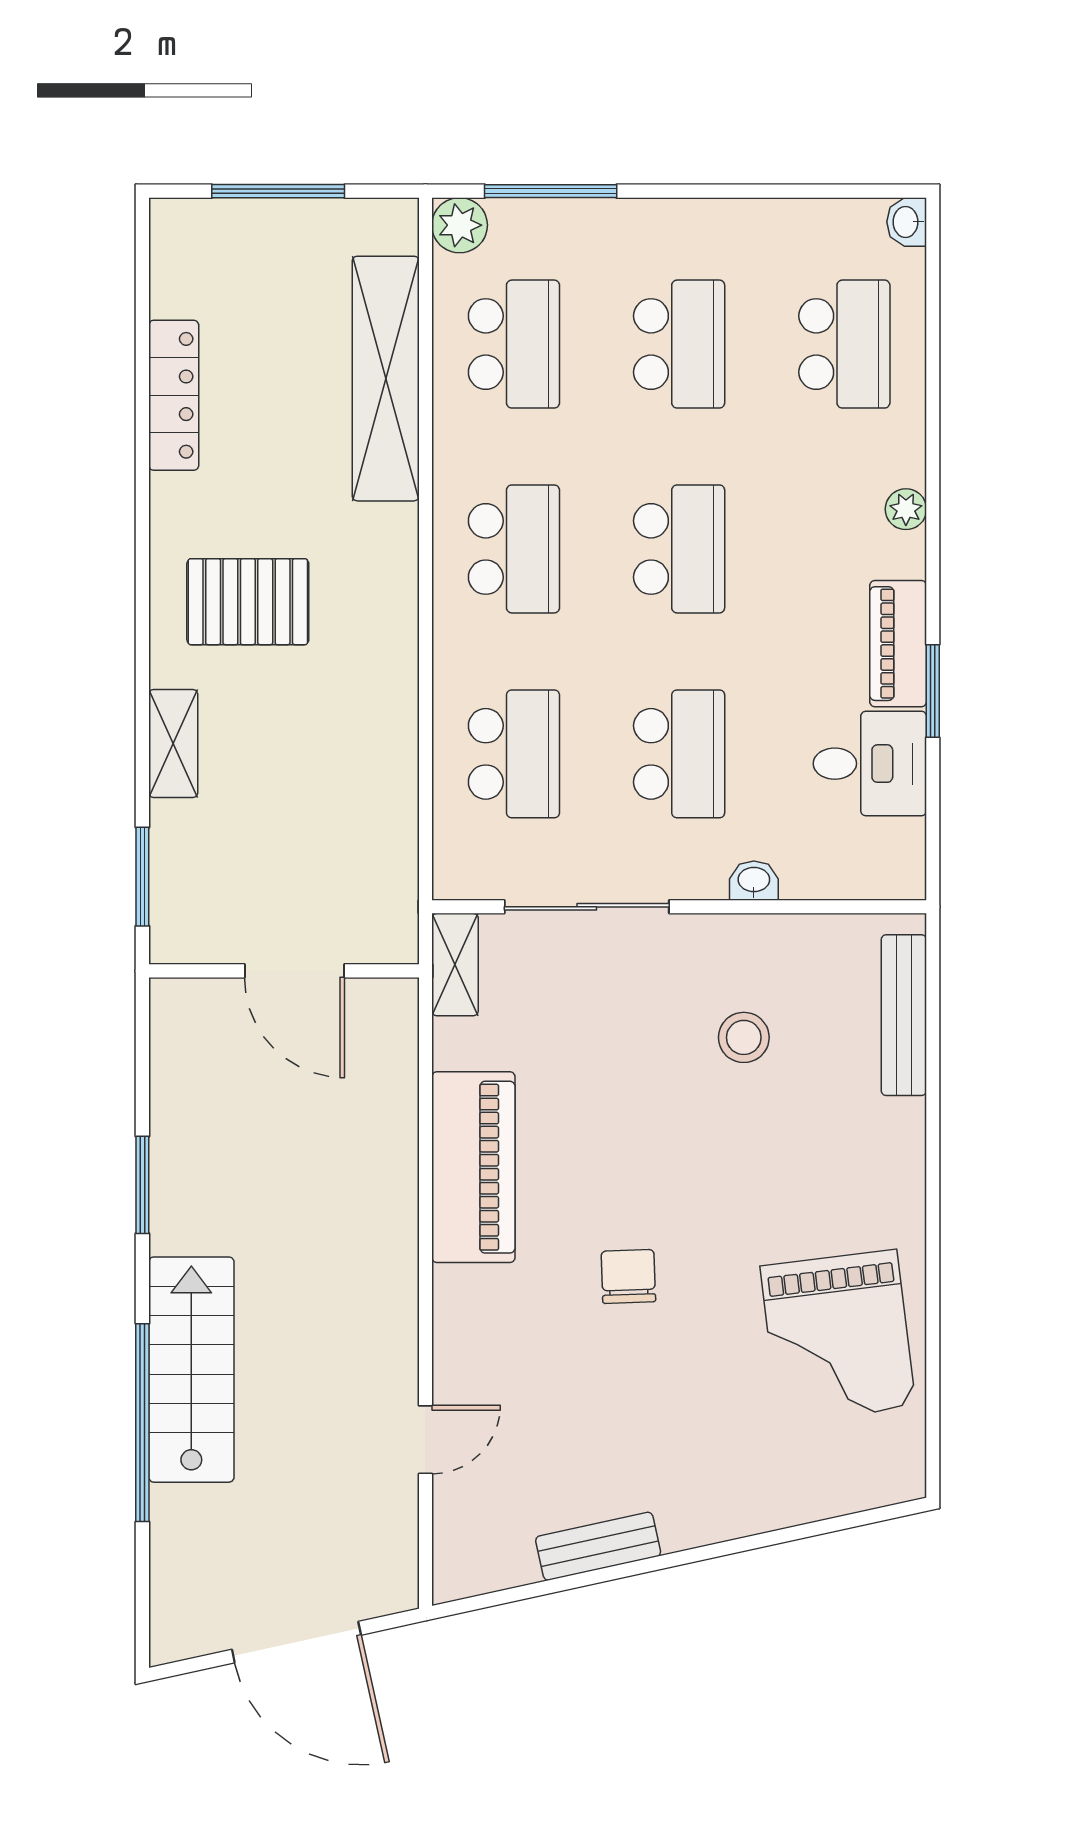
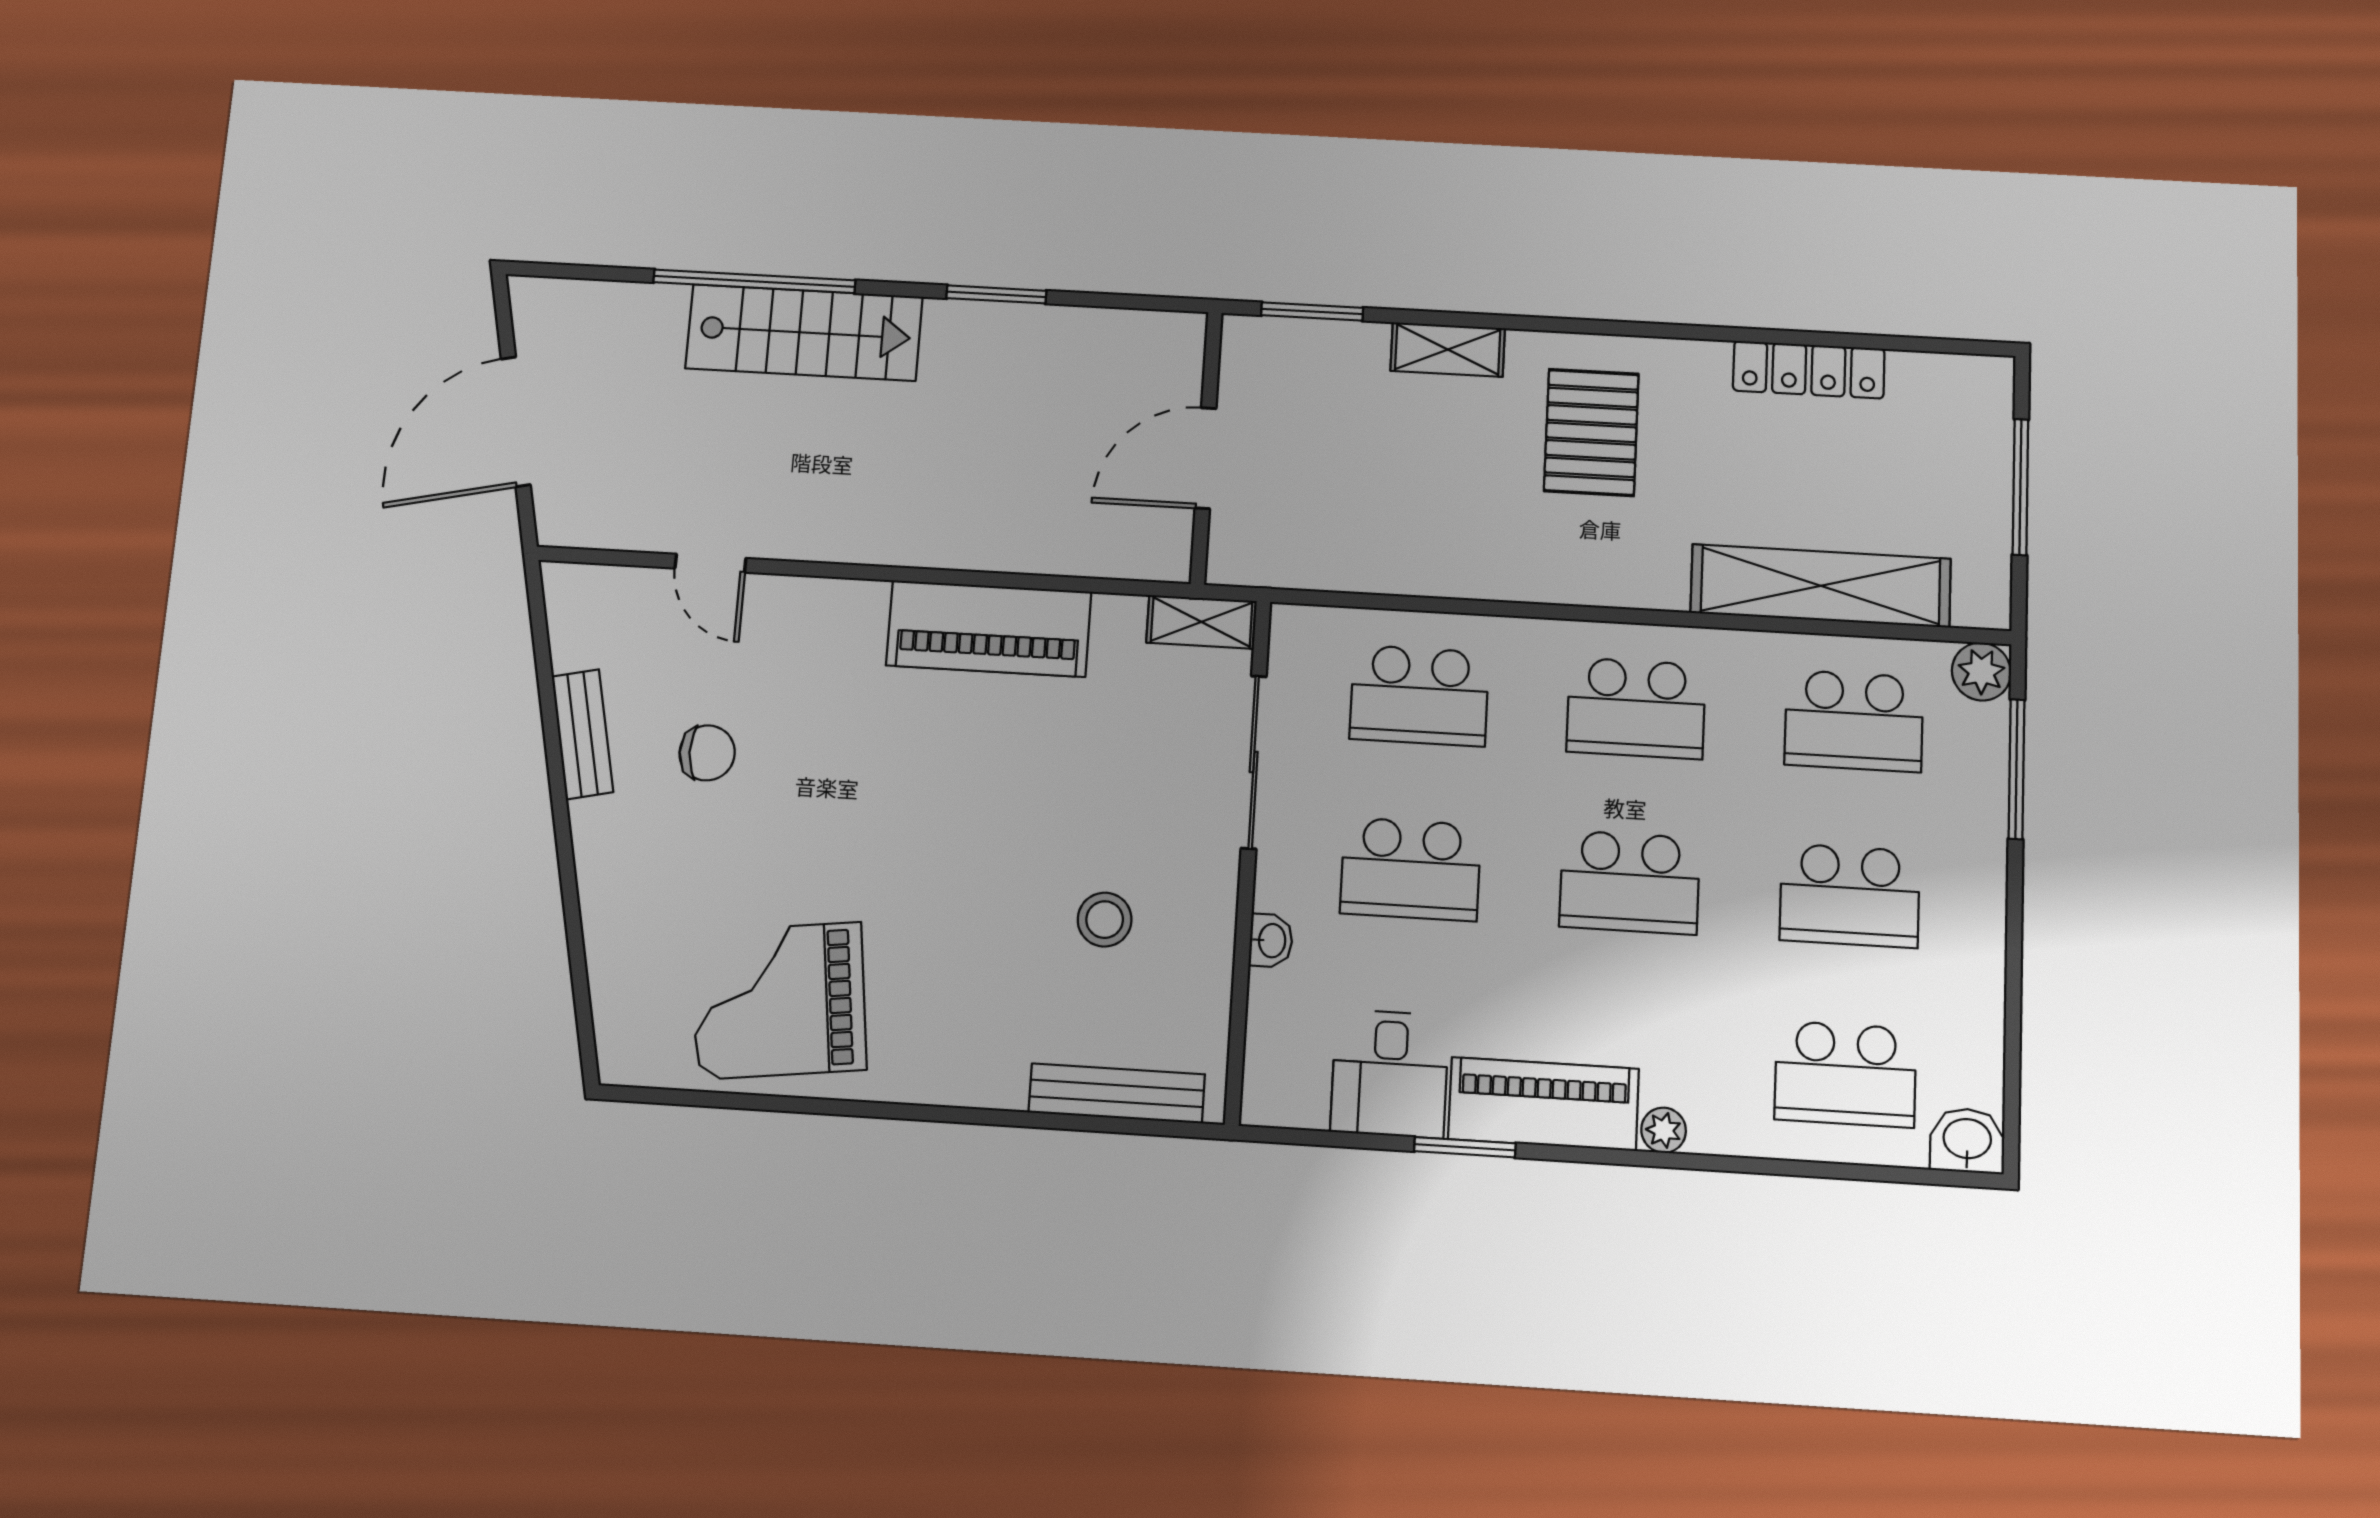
washbasin: (907, 222) -> (1967, 1140), width x1.38, depth x1.45
piano: (898, 644) -> (1544, 1104), width x1.37, depth x1.33
chair: (628, 1276) -> (707, 753), moved

